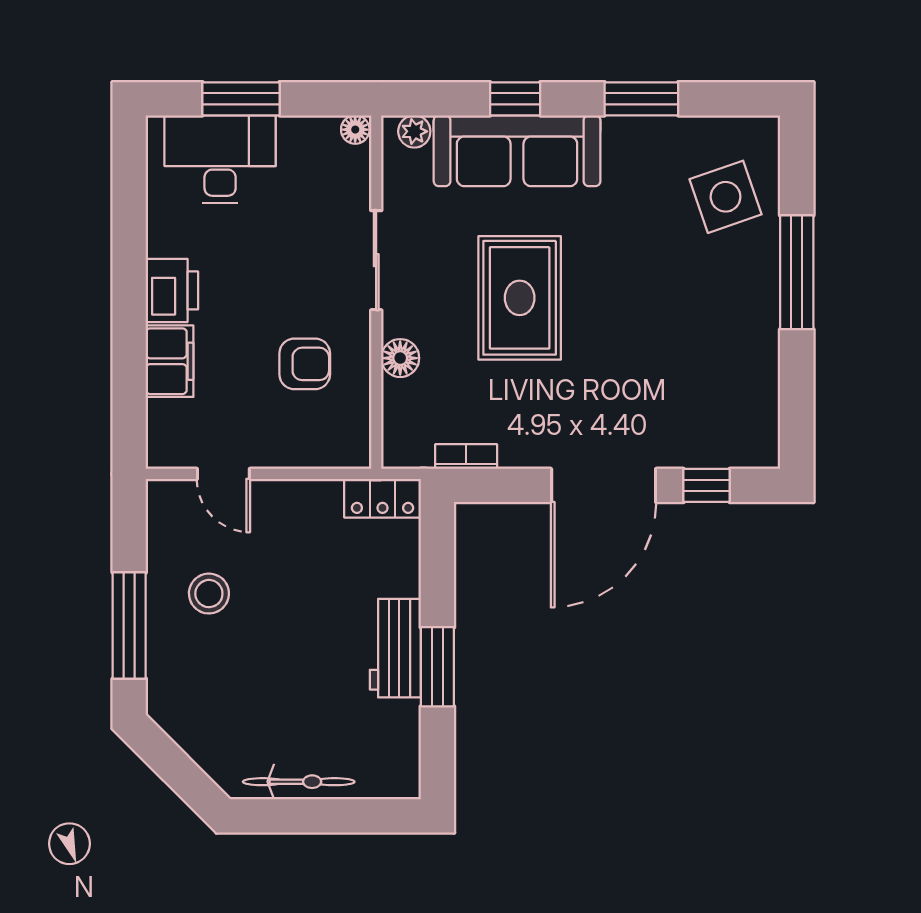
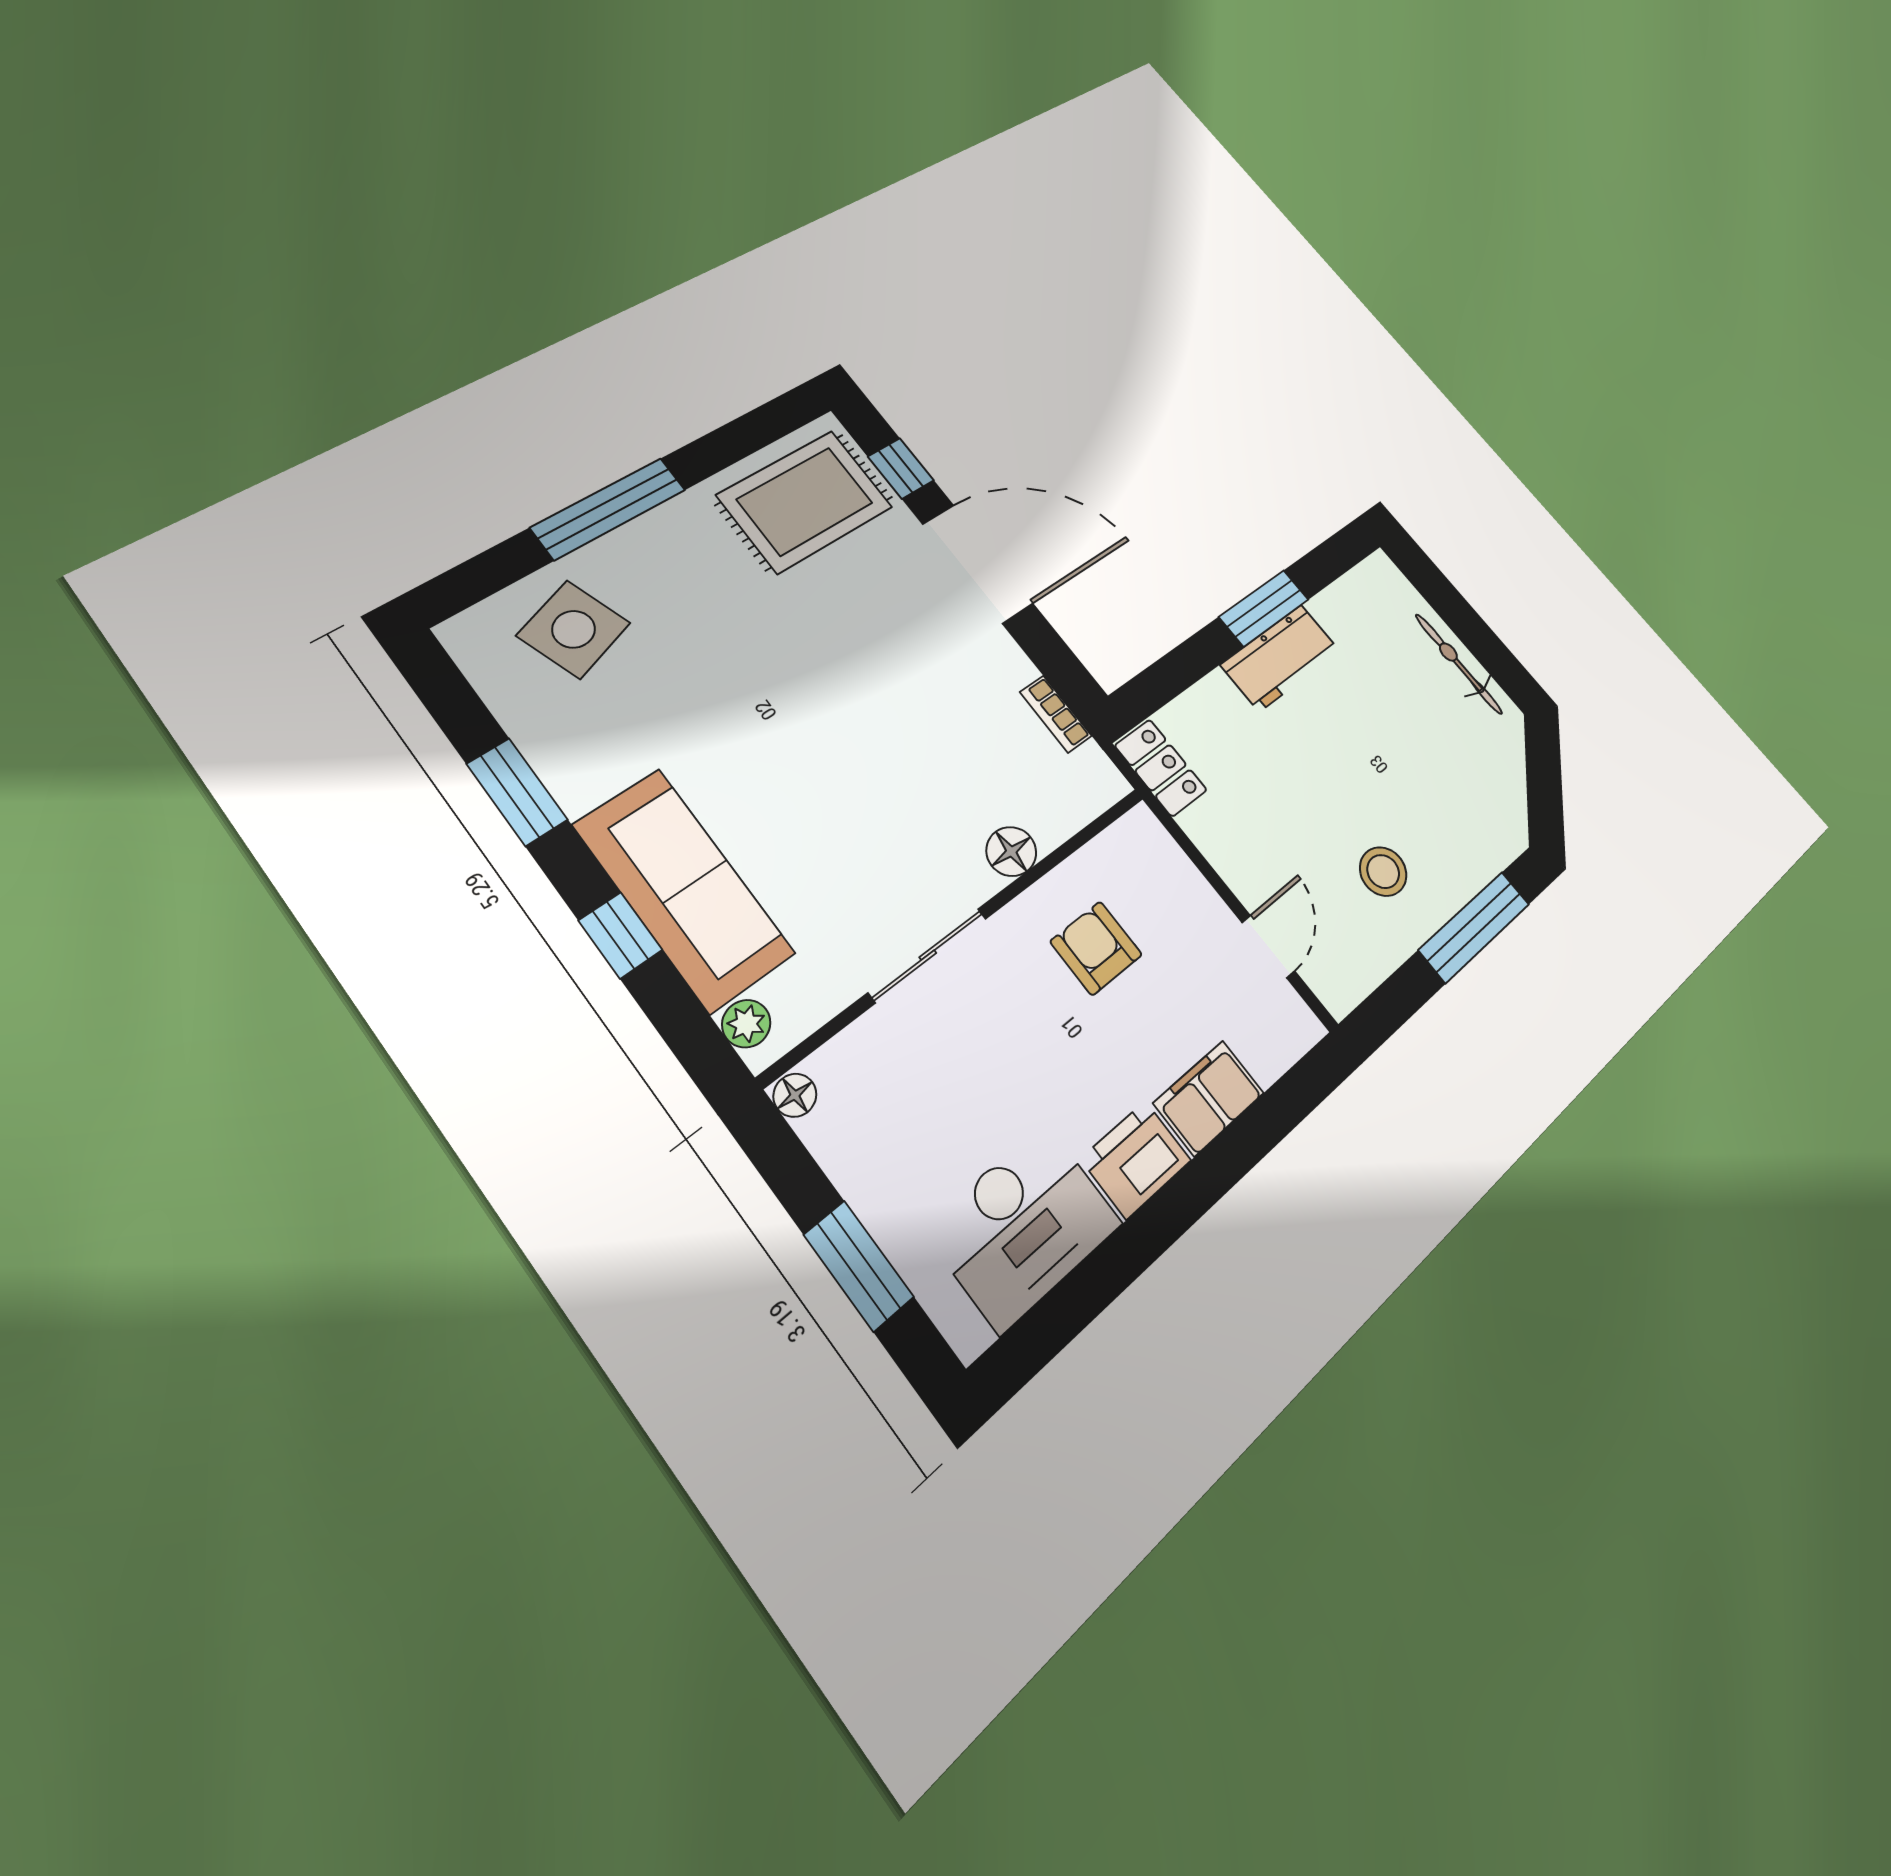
desk: (220, 159) -> (1023, 1226), moved, turned -90
rug: (520, 298) -> (805, 501), moved

